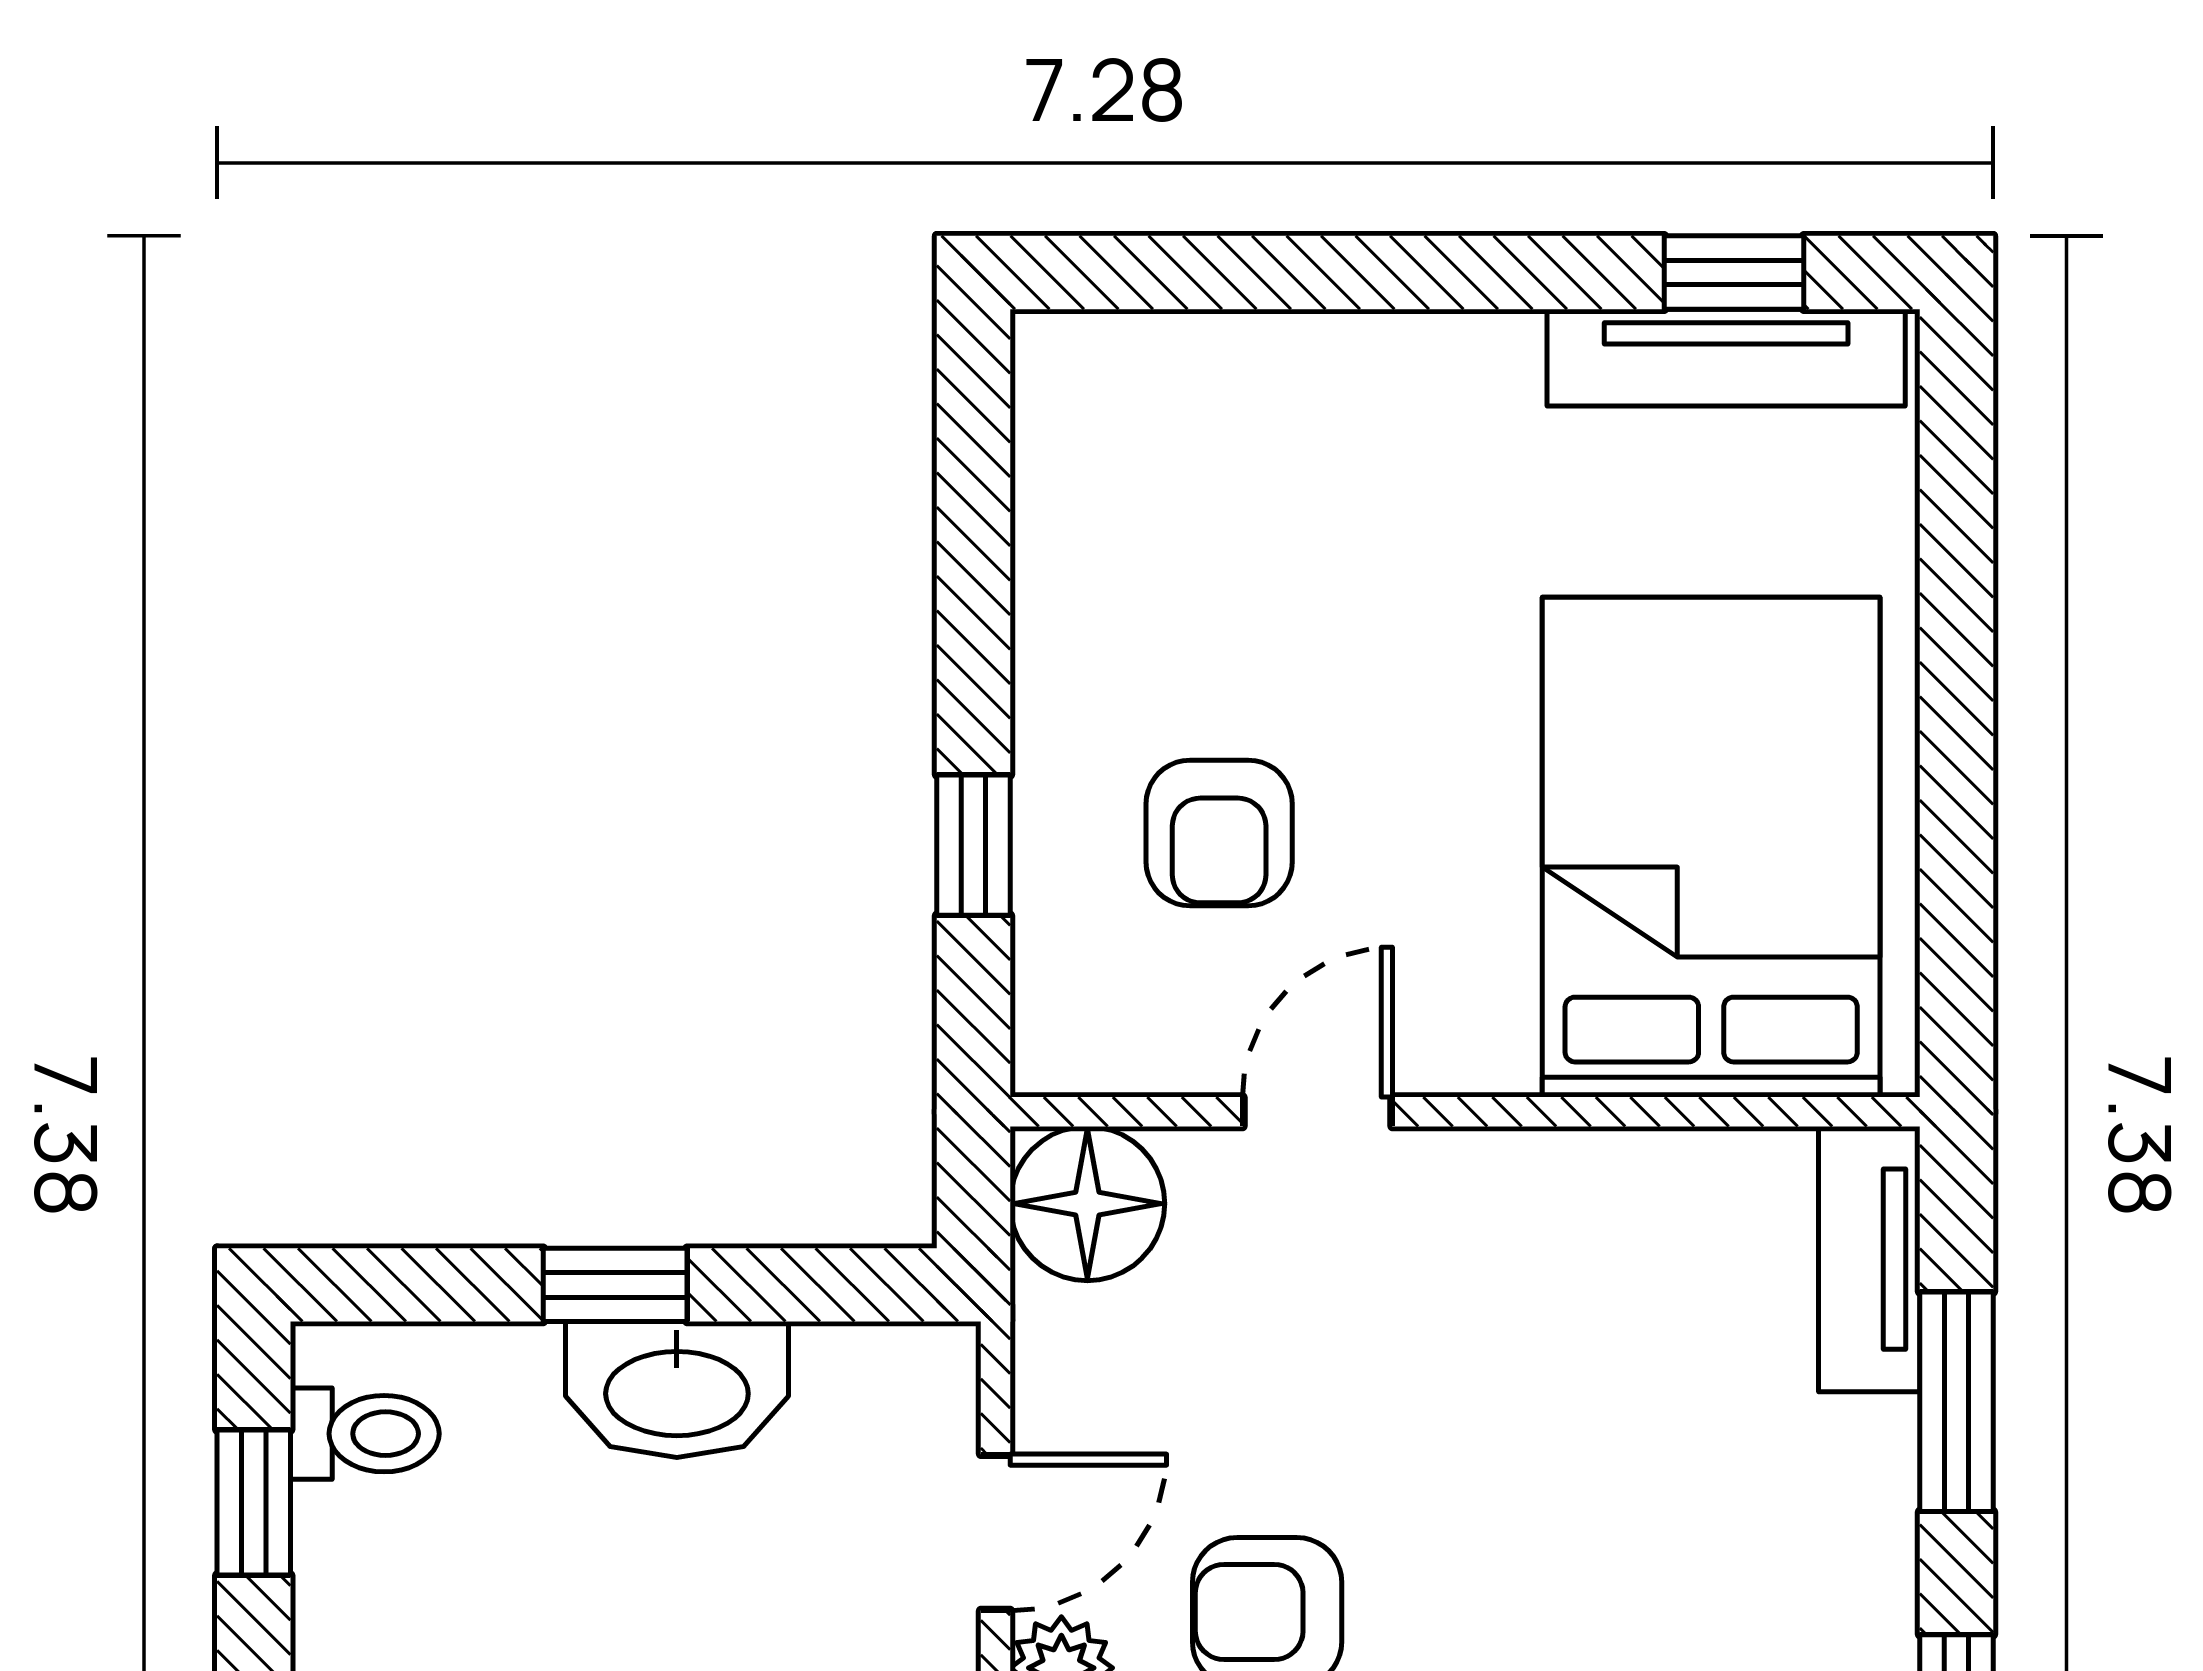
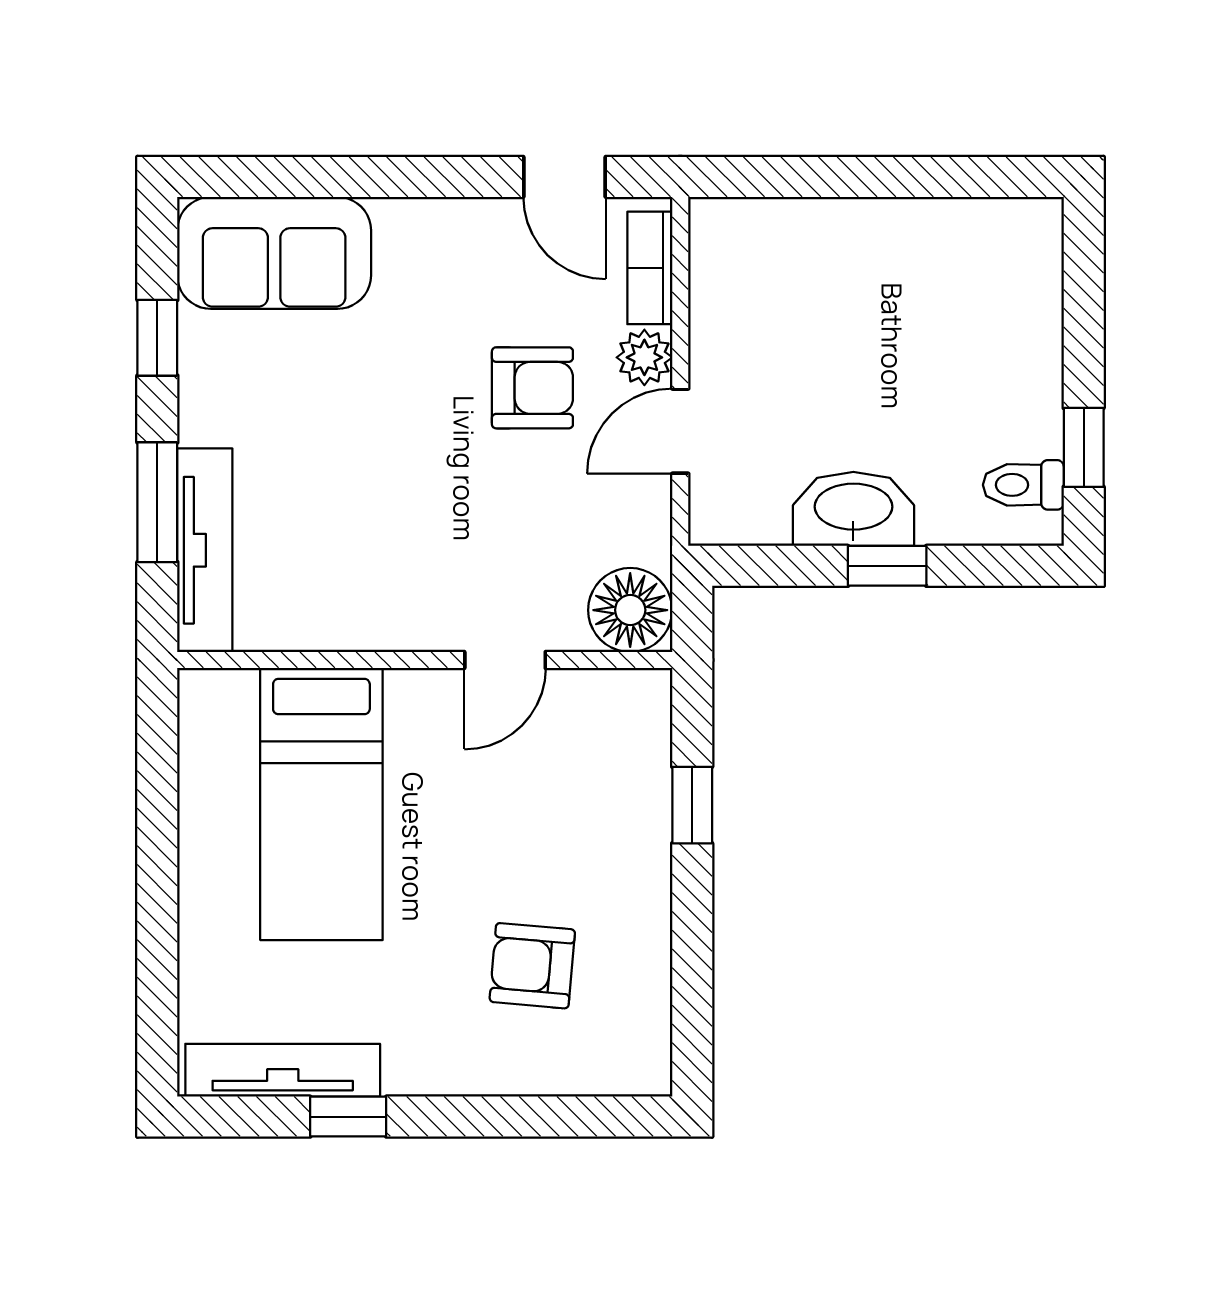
window: (1734, 273) -> (348, 1117), moved
armchair: (1219, 833) -> (532, 966), moved, turned -85
bed: (1711, 847) -> (321, 804), width x0.67
tv unit: (1869, 1259) -> (205, 550), width x1.41

